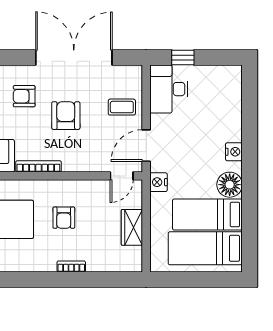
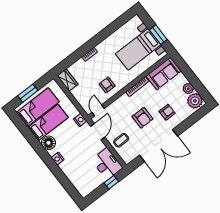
armchair: (64, 218) -> (107, 85), moved
wardrobe: (132, 227) -> (68, 80), moved
window: (204, 279) -> (28, 93), added

